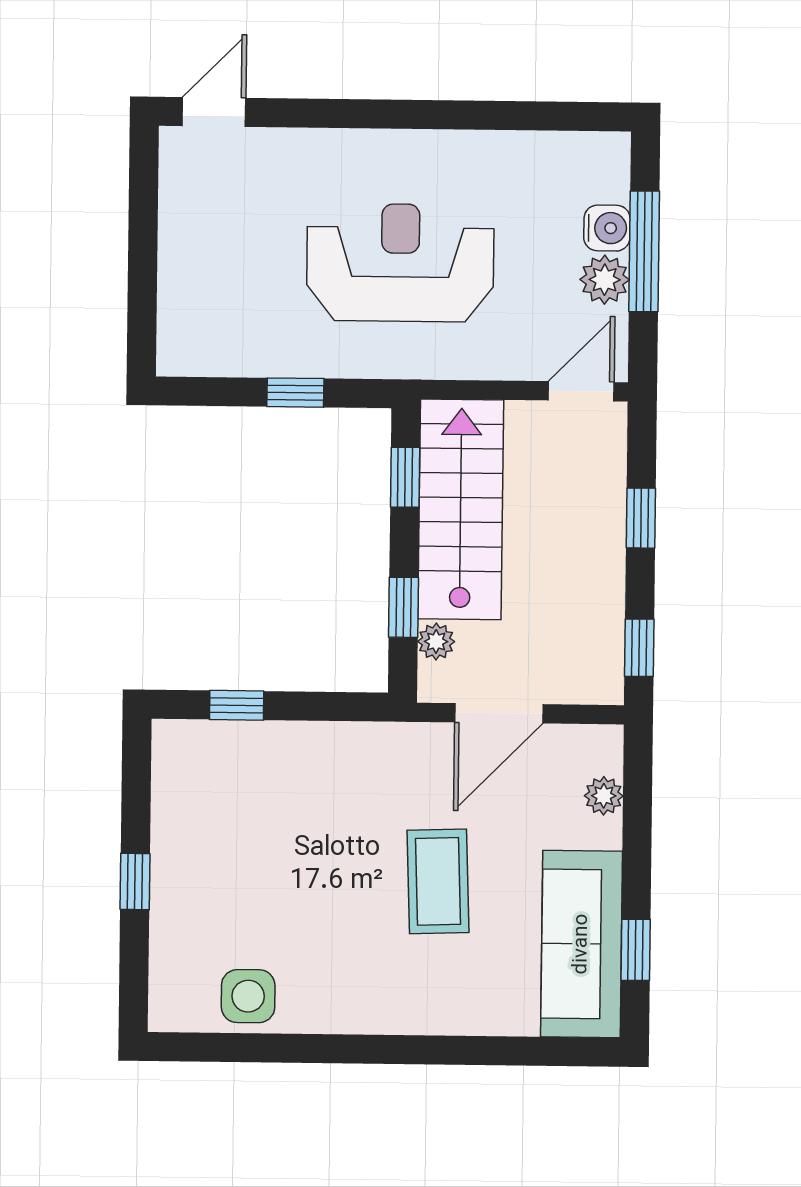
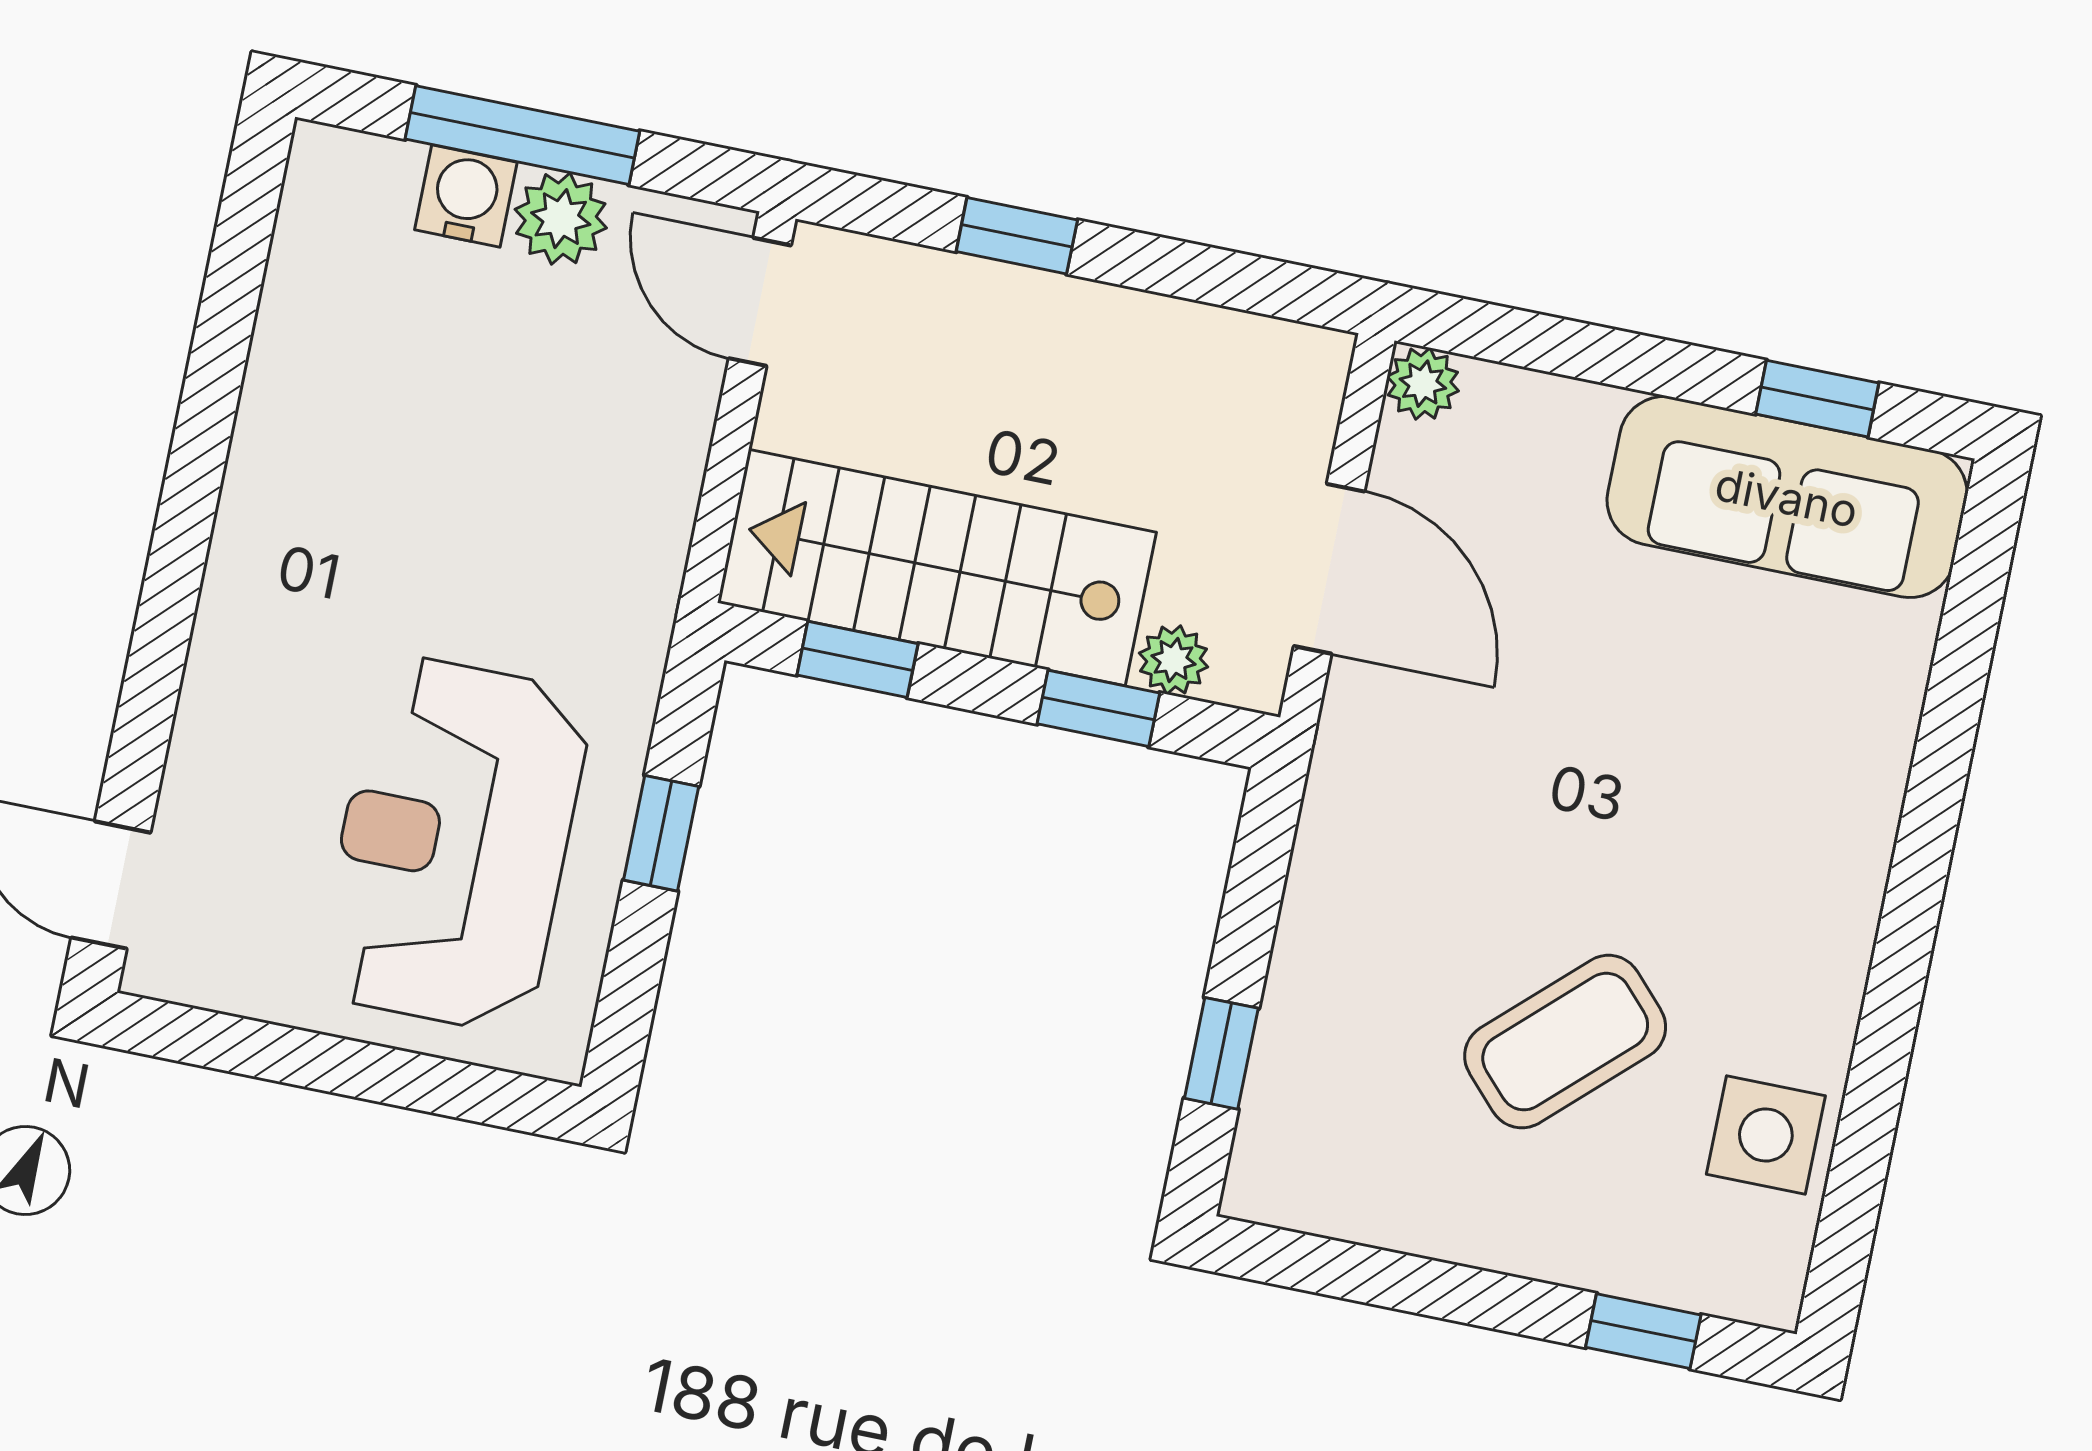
reception desk: (400, 263) -> (453, 844), moved
window: (639, 648) -> (1257, 285), removed
plant: (604, 796) -> (1423, 384), moved
coffee table: (438, 881) -> (1565, 1042), moved, turned -41
window: (135, 882) -> (1643, 1331), moved

